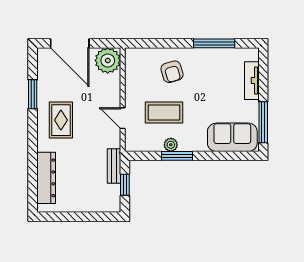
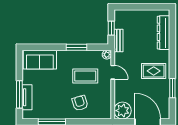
rug: (61, 120) -> (154, 71), turned 90
window: (263, 122) -> (19, 94), moved
plant: (171, 145) -> (107, 55), moved

